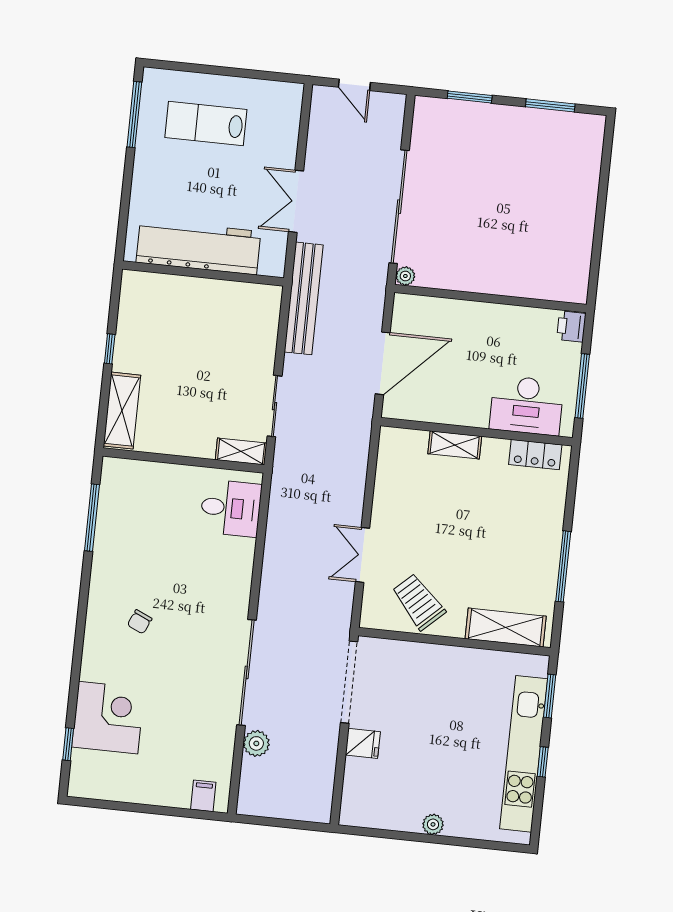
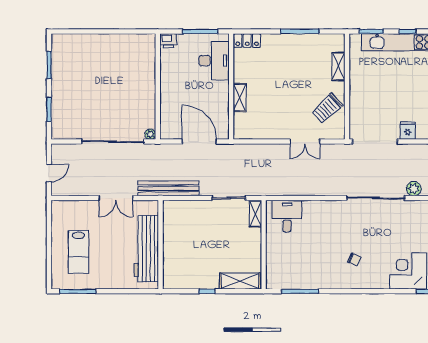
locker: (535, 455) -> (247, 41), moved, turned 90
shelving: (506, 627) -> (338, 66), width x0.67, depth x0.75

